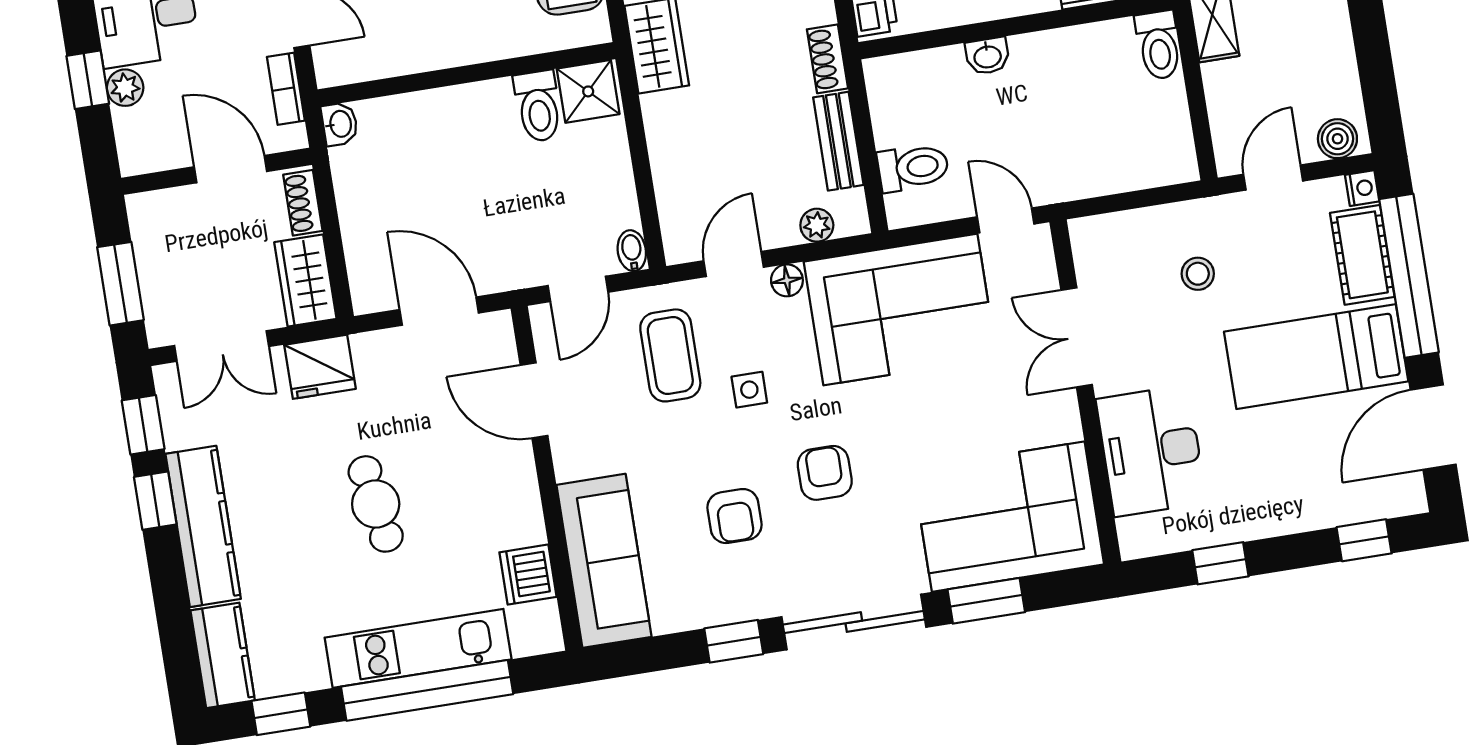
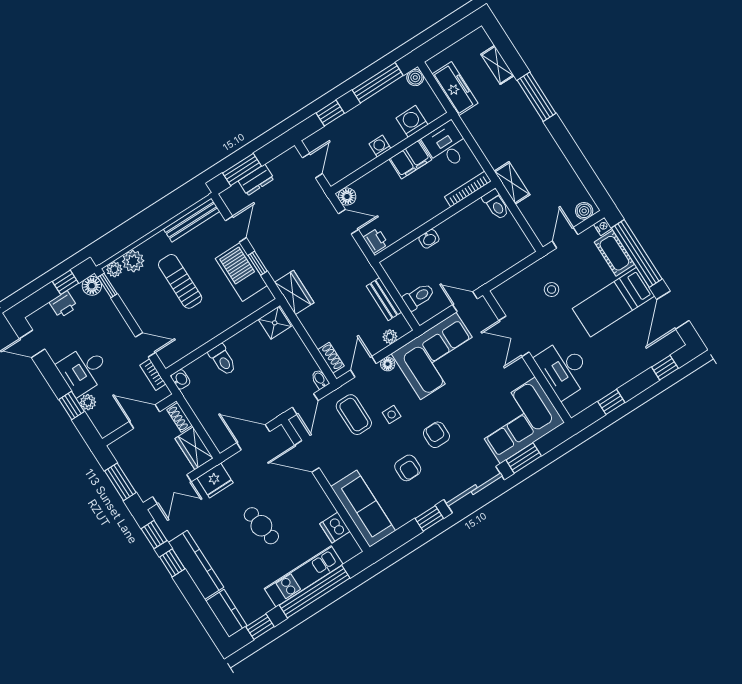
shoe rack: (827, 59) -> (331, 358), moved, turned 180
toilet: (538, 106) -> (223, 360), moved

